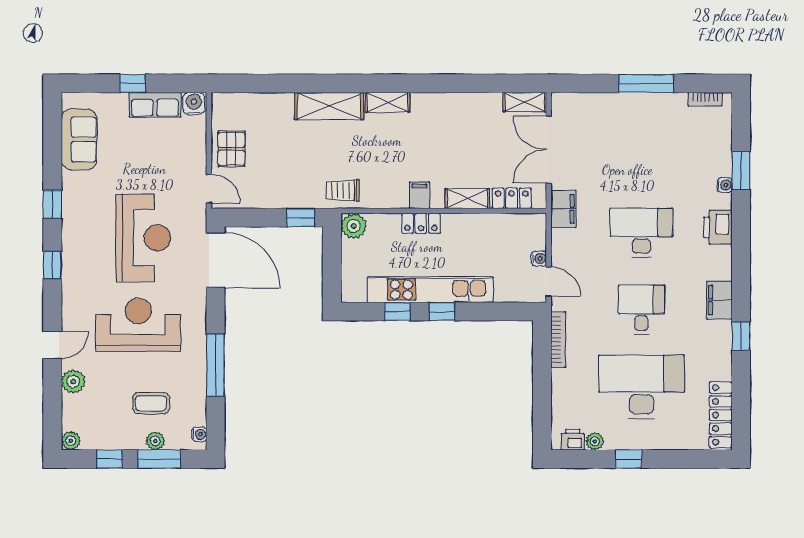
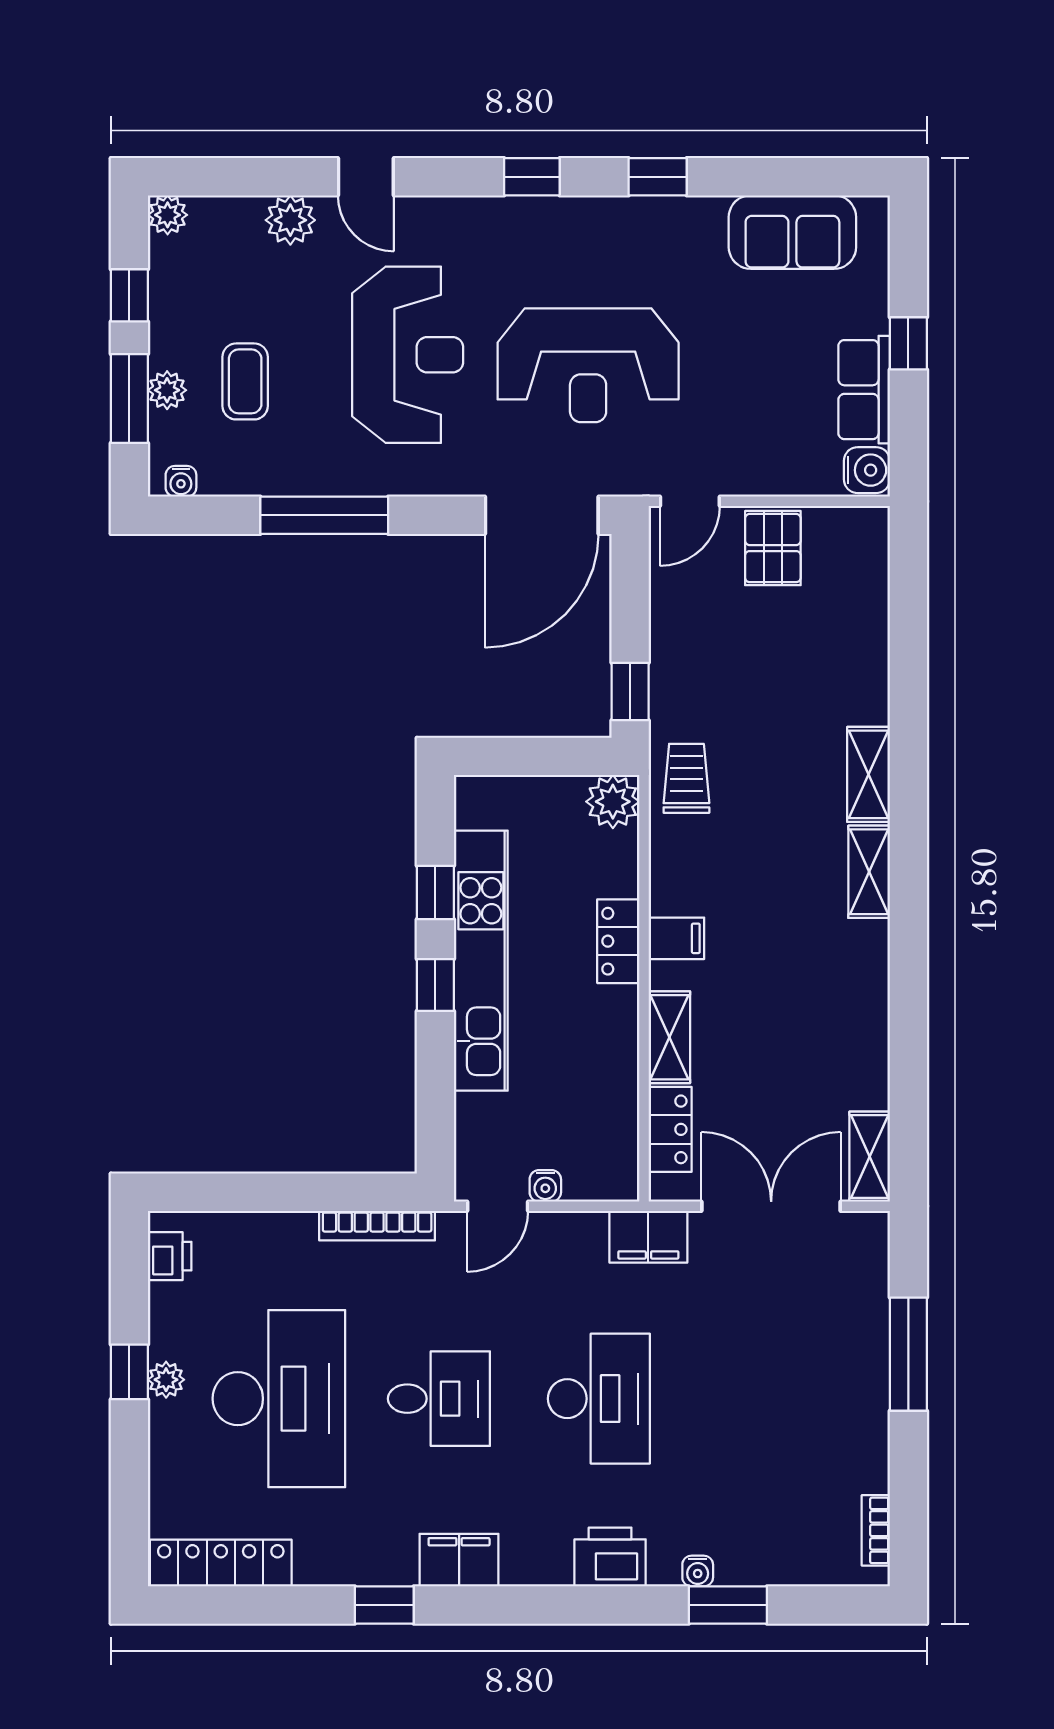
window: (646, 83) -> (908, 1354), moved
shelving: (329, 106) -> (869, 774), width x0.67, depth x0.75
pallet: (231, 149) -> (773, 548), turned 90
plant: (595, 441) -> (166, 1380), moved

